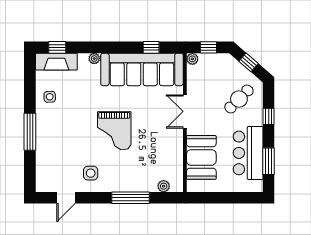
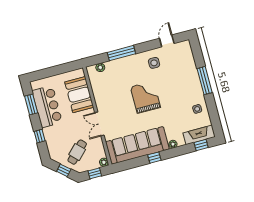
window: (151, 47) -> (154, 158), moved
cafe table: (239, 99) -> (77, 152), moved
double door: (185, 111) -> (99, 124), swing flipped

